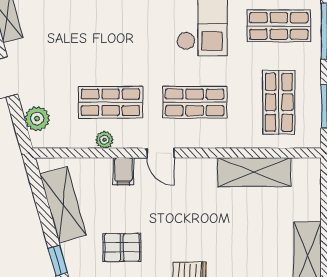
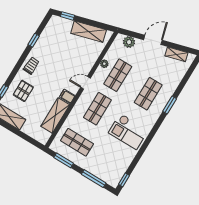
shop shelf: (279, 26) -> (148, 94), moved
filing cabinet: (123, 171) -> (67, 96), moved
pallet: (122, 247) -> (23, 91), moved

